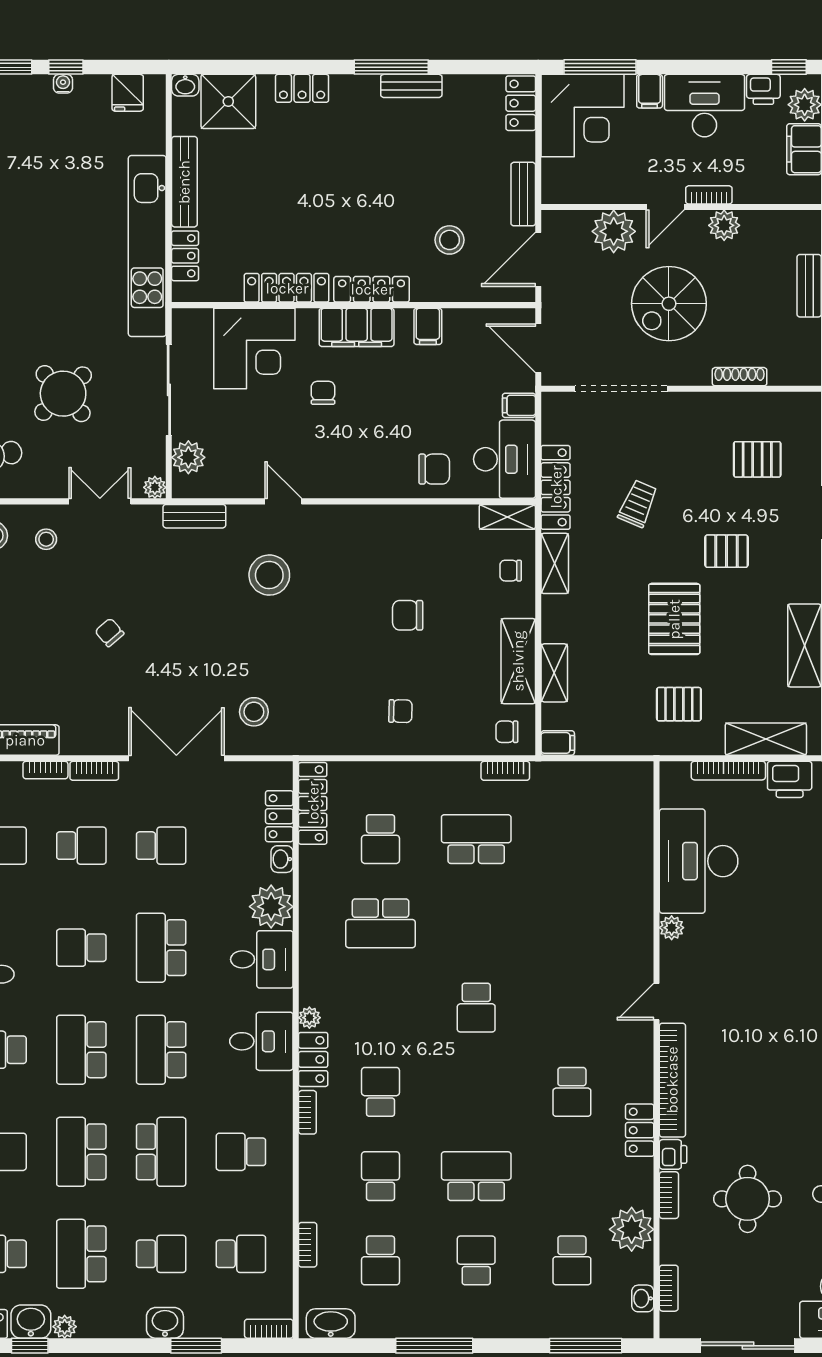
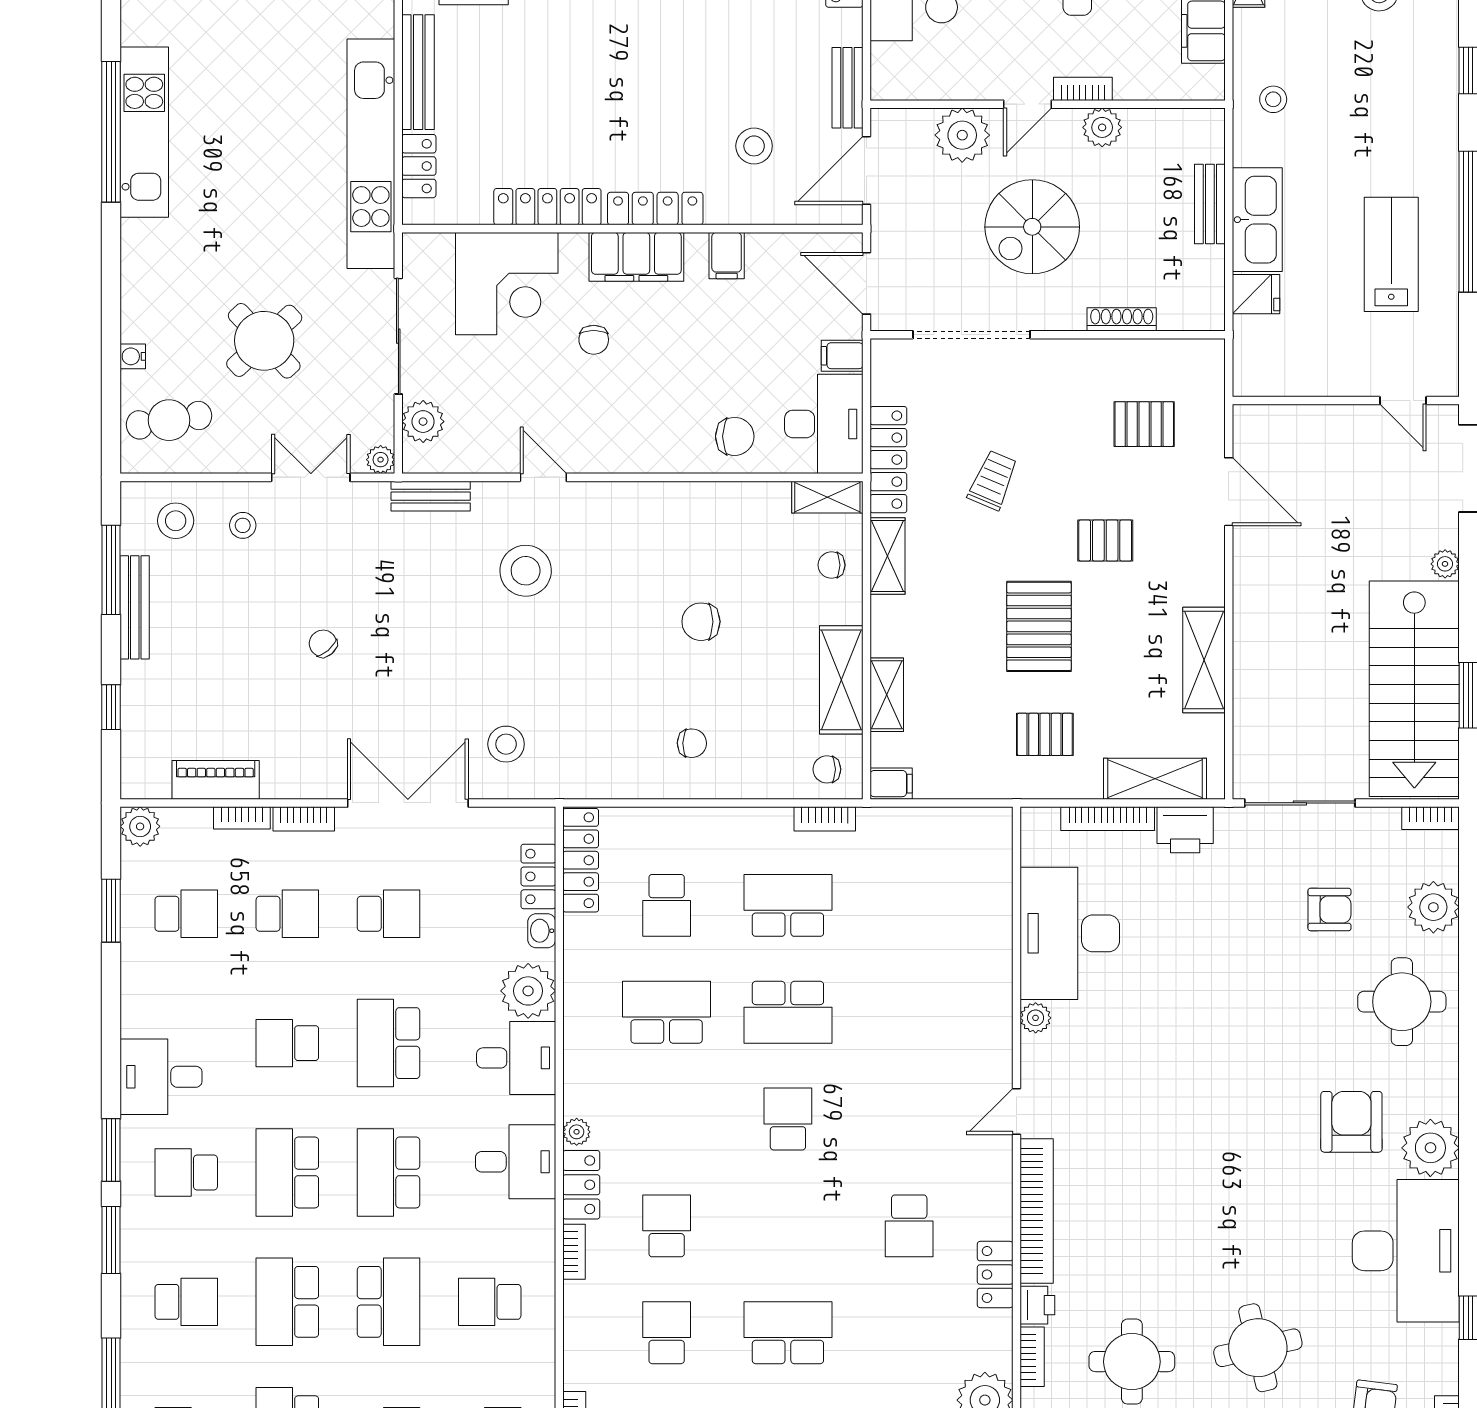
chair: (323, 393) -> (594, 340), turned 180
school desk: (381, 923) -> (667, 1012), turned 180
school desk: (476, 923) -> (788, 1012), added
school desk: (476, 1008) -> (788, 1119), turned 180

